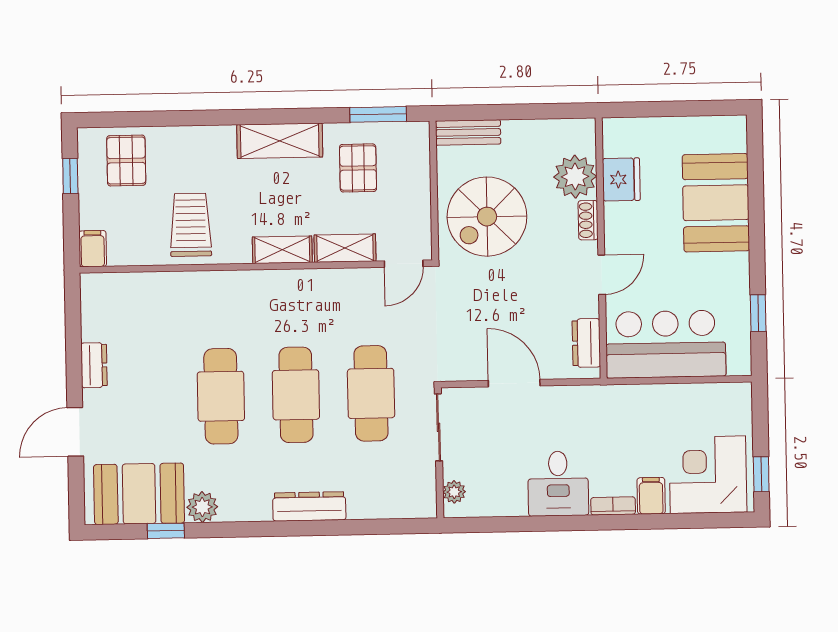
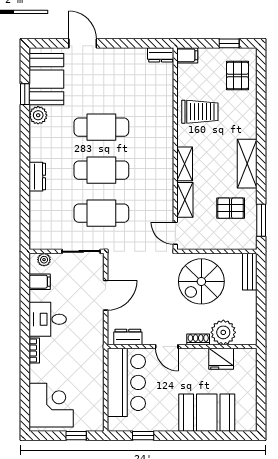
pallet: (126, 161) -> (237, 75), turned 90
spiral stairs: (487, 217) -> (201, 281), turned -90
dresser: (94, 365) -> (161, 55), moved
window: (761, 474) -> (76, 436), moved
filing cabinet: (651, 496) -> (40, 282), moved
dresser: (309, 506) -> (37, 177), width x0.70

